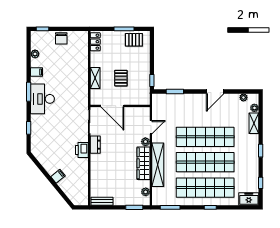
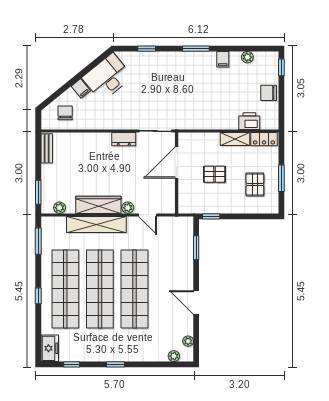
pallet: (134, 40) -> (255, 184), moved
shelving: (95, 78) -> (235, 139), moved
desk: (43, 99) -> (107, 77), moved, turned -39
shelving: (254, 123) -> (153, 355), removed
printer: (82, 150) -> (249, 121), moved
chair: (76, 188) -> (65, 113), added

